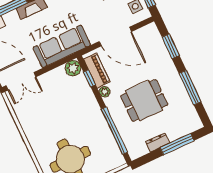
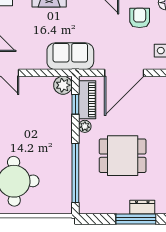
door: (115, 37) -> (124, 73), hinge flipped
sofa: (62, 46) -> (70, 56), width x0.73
dresser: (157, 142) -> (142, 207), moved

